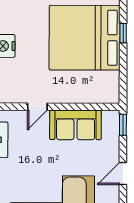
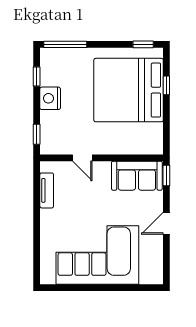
door: (37, 107) -> (82, 158), hinge flipped
sofa: (75, 125) -> (137, 176), moved

